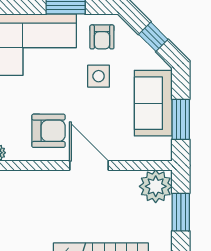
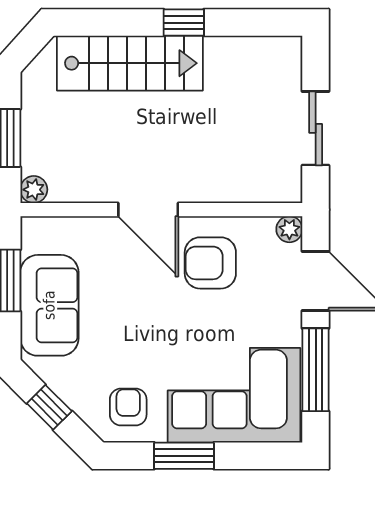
side table: (99, 76) -> (133, 347), removed
plant: (156, 186) -> (34, 190), width x0.53, depth x0.53

